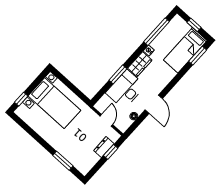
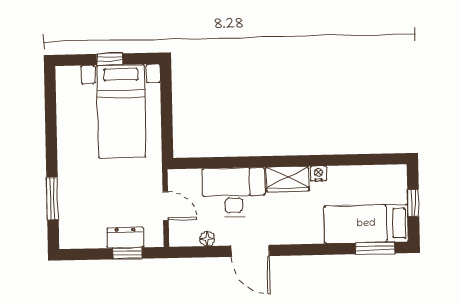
window: (156, 32) -> (354, 160), removed
window: (118, 74) -> (245, 162), removed
window: (21, 99) -> (110, 59), moved
door: (154, 104) -> (250, 251), hinge flipped
door: (106, 120) -> (166, 206), hinge flipped

